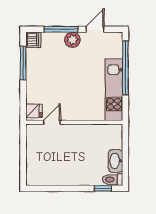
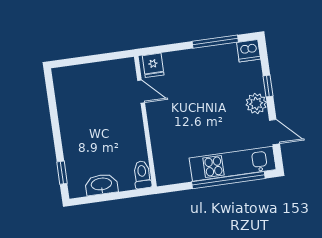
window: (61, 29) -> (268, 86), width x0.46
kitchen unit: (114, 90) -> (233, 164), moved
toilet: (113, 180) -> (142, 175), moved

